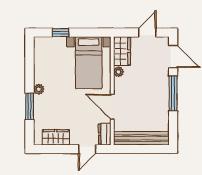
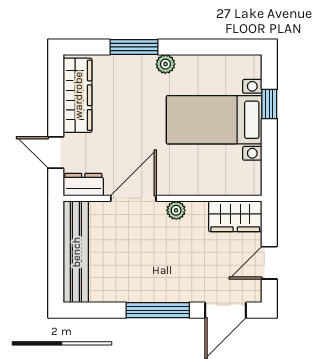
door: (147, 33) -> (269, 263), swing flipped
bed with nightstands: (89, 63) -> (214, 120), moved
plant: (119, 72) -> (176, 210), moved
wardrobe: (56, 137) -> (78, 95), width x1.50

